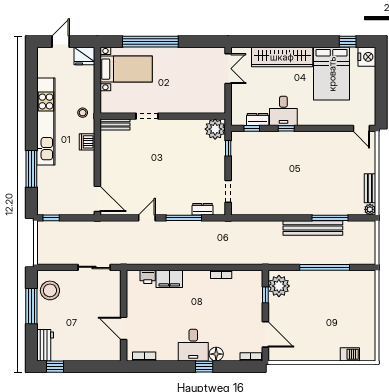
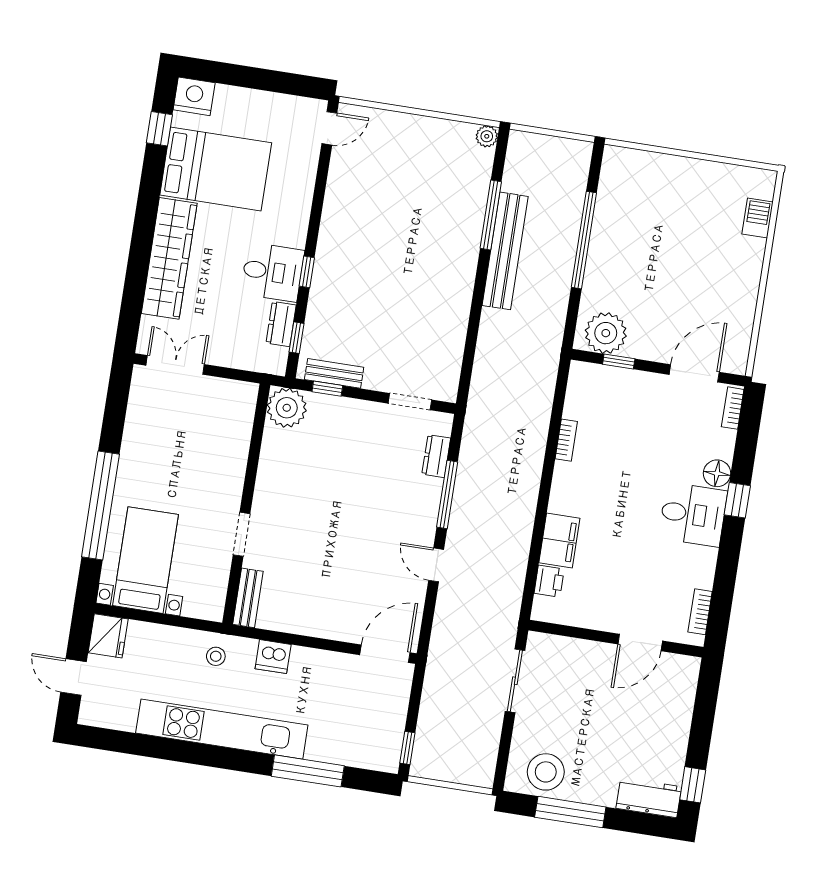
bench: (370, 188) -> (334, 373), moved

